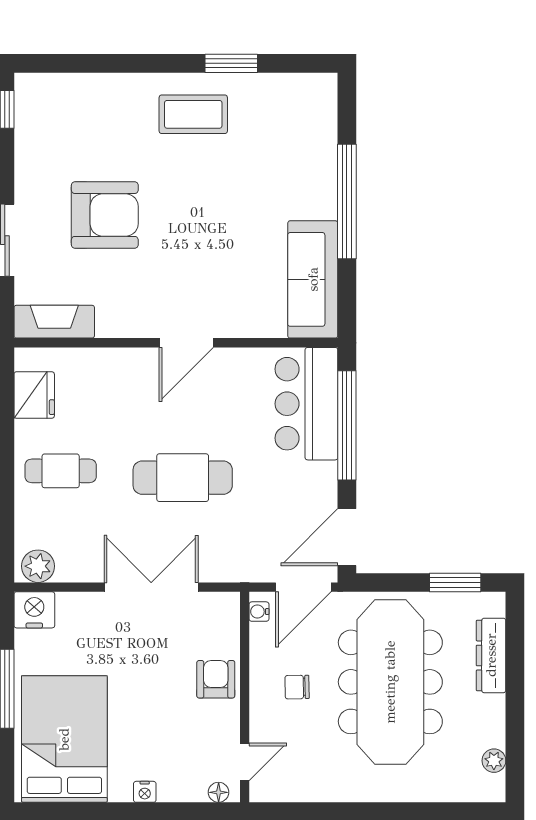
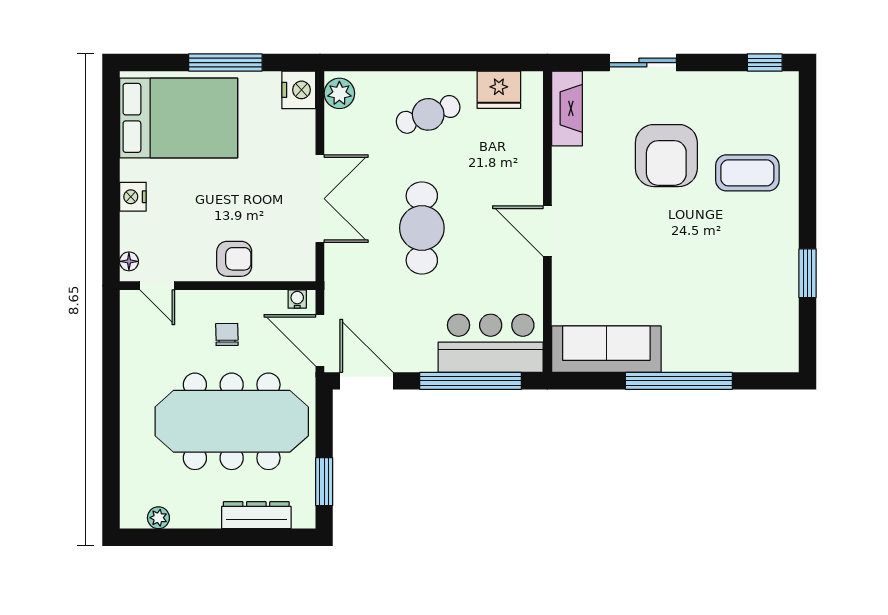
coffee table: (193, 114) -> (747, 173), moved, turned 90
cafe table: (61, 471) -> (428, 114), turned 70
nightstand: (145, 792) -> (133, 197), width x1.39, depth x1.35

